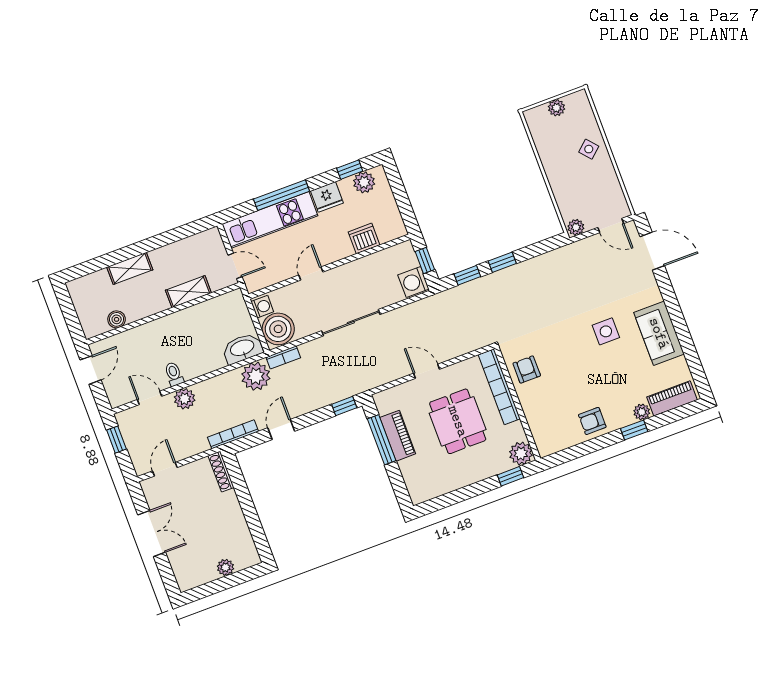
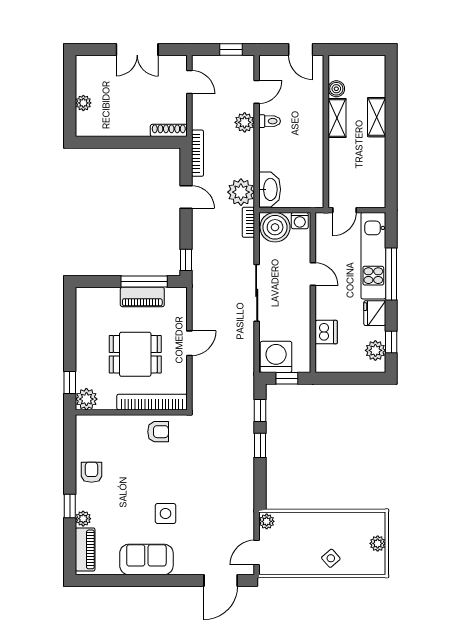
washing machine: (413, 282) -> (276, 357), width x1.37, depth x1.37
shelving: (188, 292) -> (337, 118), moved

